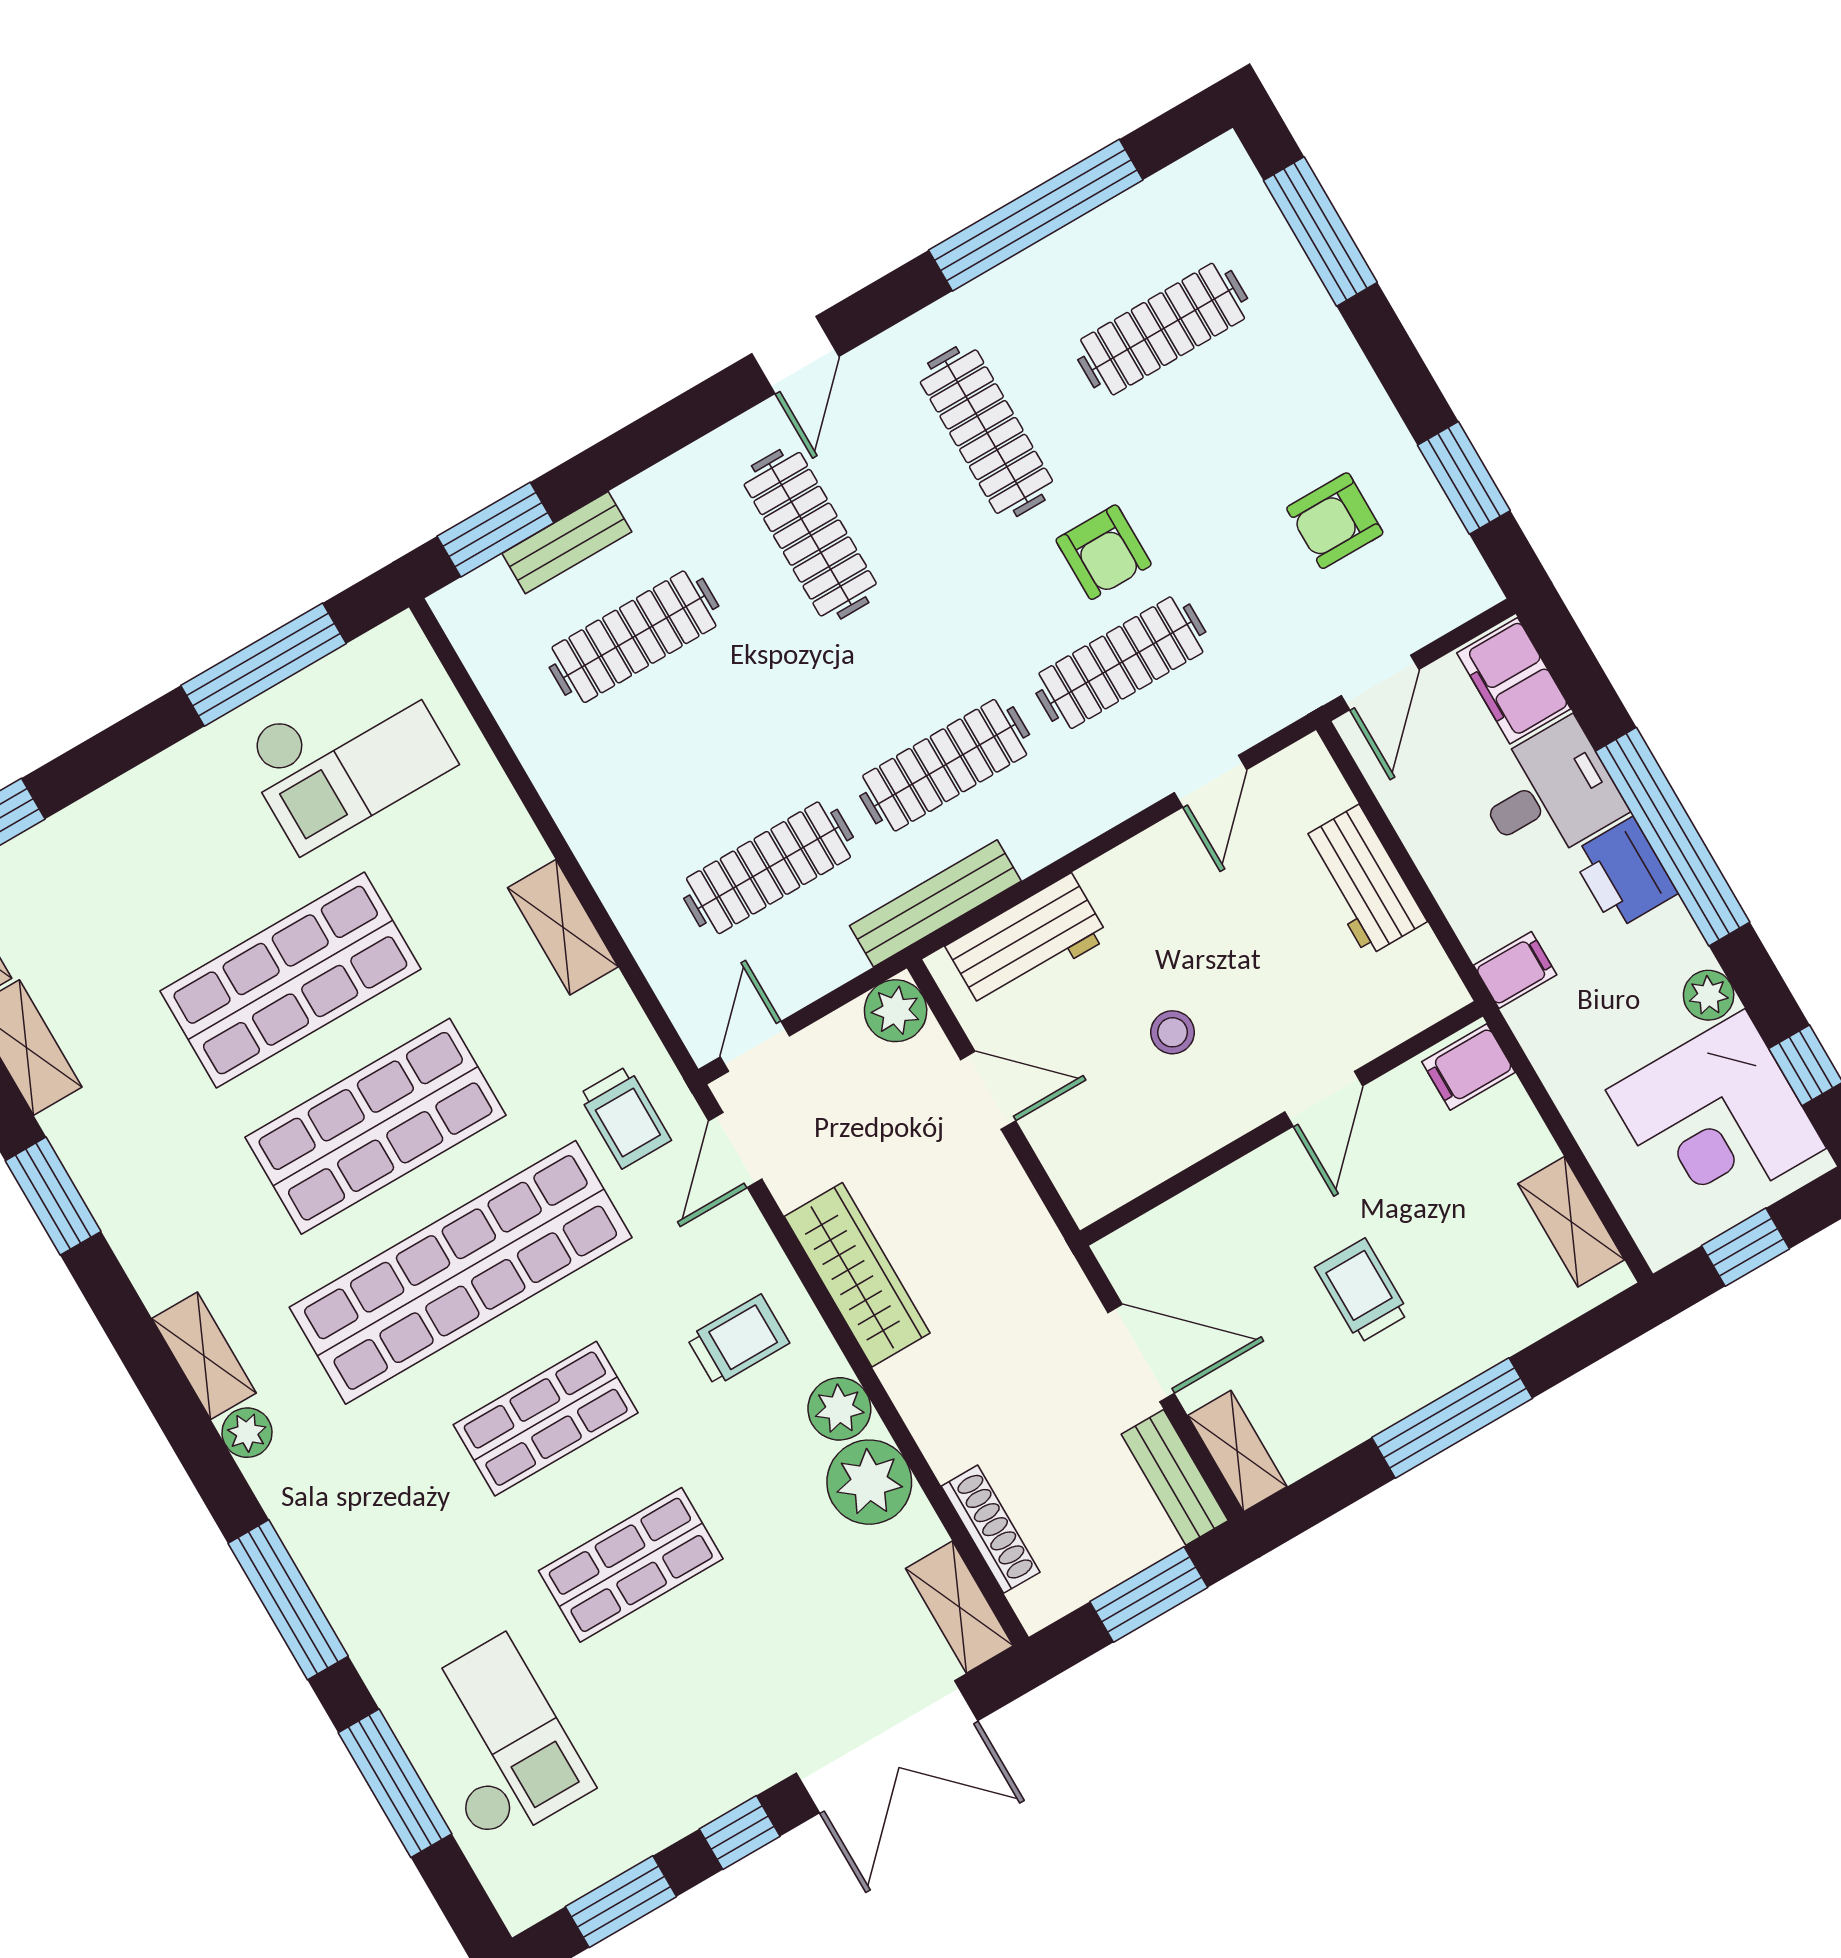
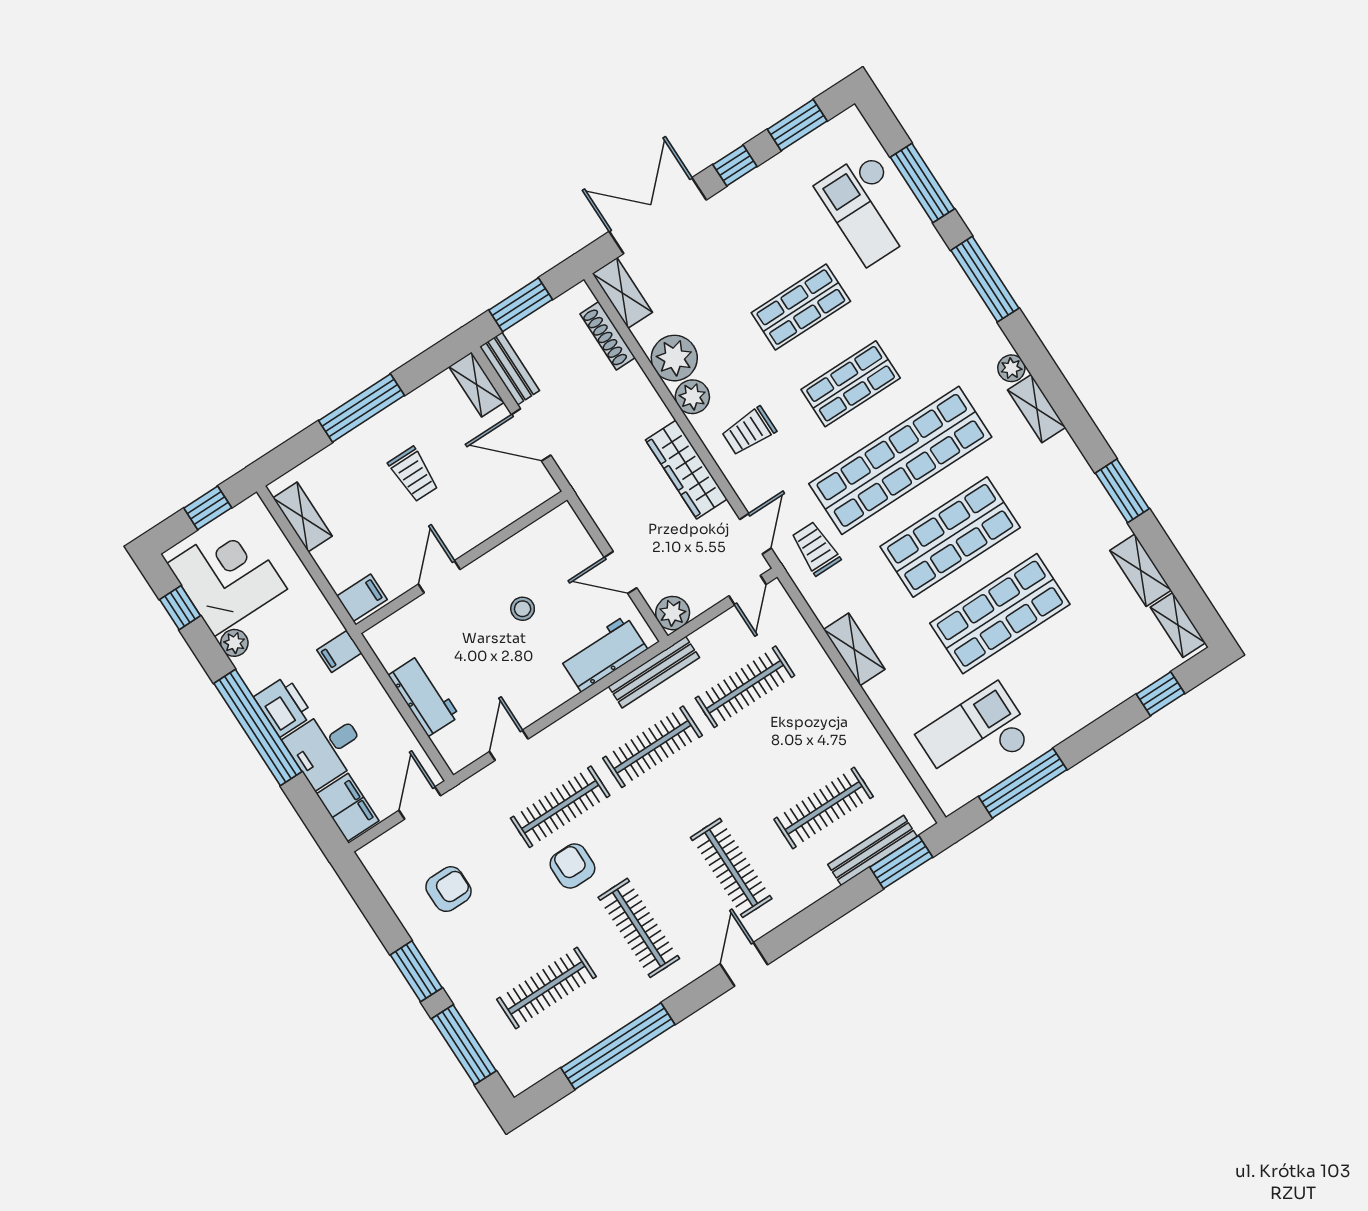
window: (1464, 478) -> (416, 971), moved
bench: (567, 543) -> (872, 850), width x1.36

